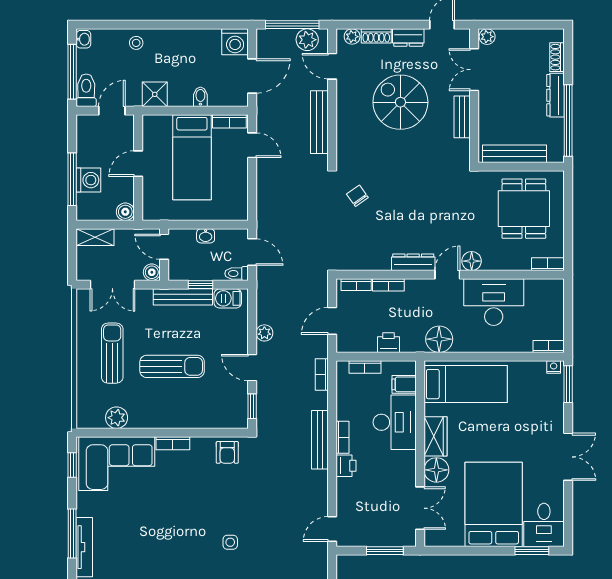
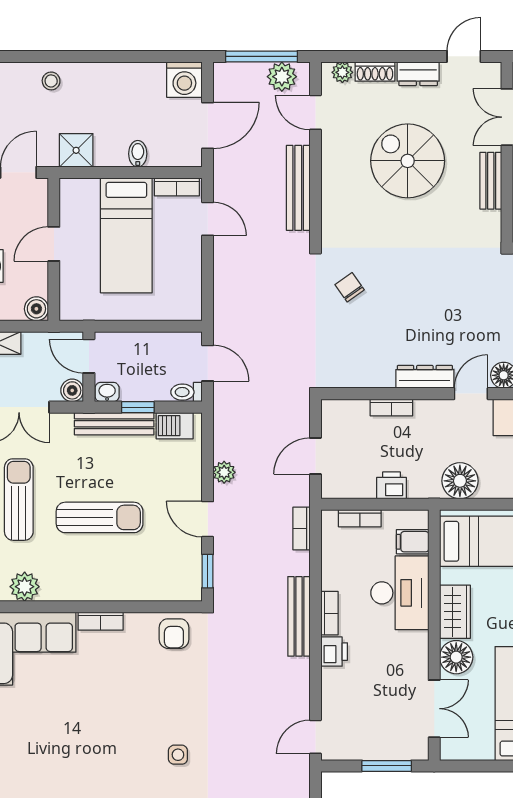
washbasin: (206, 236) -> (107, 392), moved, turned 180
bookcase: (356, 285) -> (348, 407), removed

